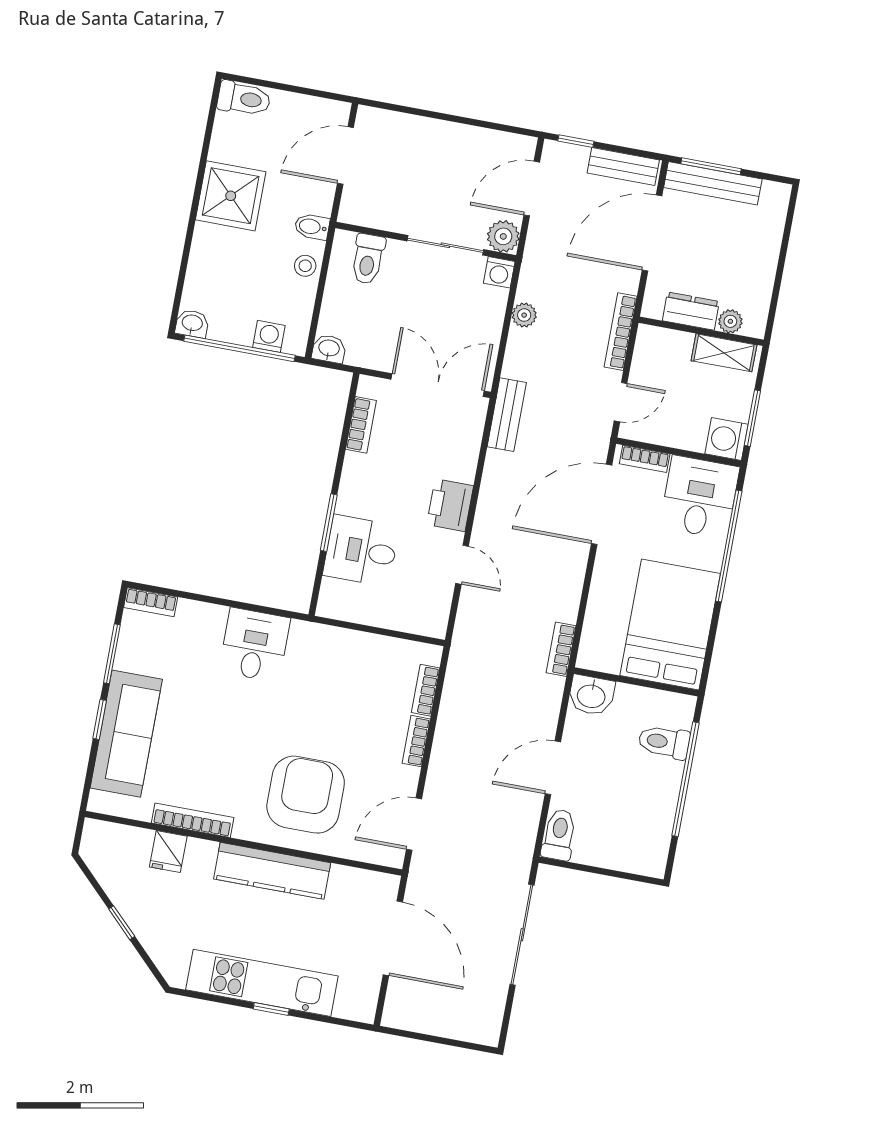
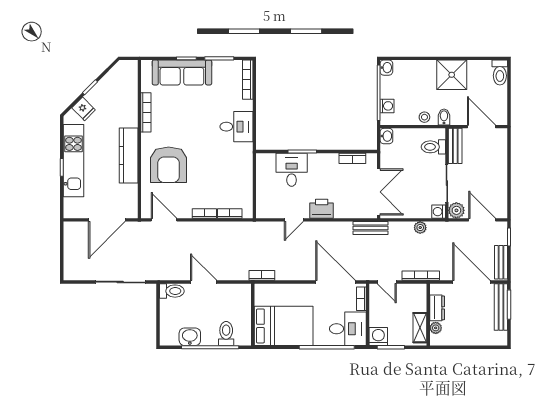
bench: (374, 215) -> (455, 146), added
bookcase: (151, 602) -> (248, 80), width x1.56
washbasin: (591, 695) -> (190, 337), moved, turned 90
armchair: (306, 795) -> (169, 165), turned 90
fridge: (168, 852) -> (84, 109), moved, turned -135

